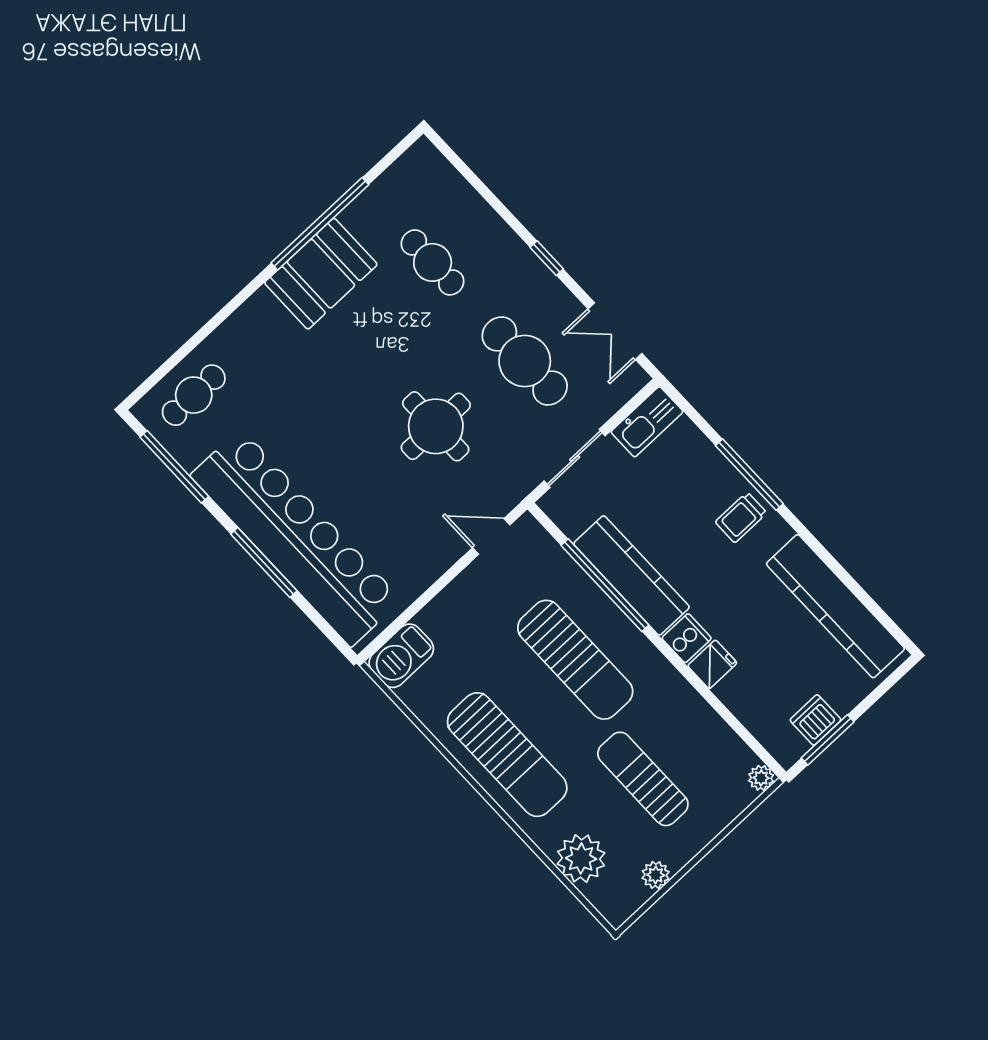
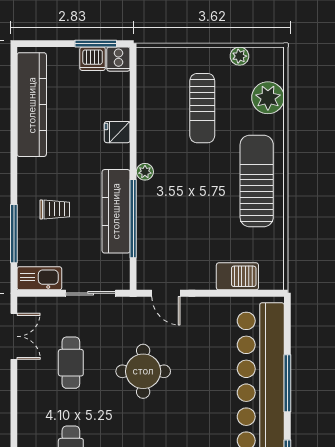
window: (547, 258) -> (14, 402), removed
cafe table: (525, 361) -> (71, 363), width x0.73, depth x0.74
window: (749, 475) -> (14, 234), moved
trolley: (741, 517) -> (55, 209), moved
cooker: (687, 638) -> (118, 59), moved, turned -90
barbecue: (401, 656) -> (237, 276), moved
sun lounger: (575, 660) -> (181, 196), removed
plant: (761, 778) -> (145, 172), moved

